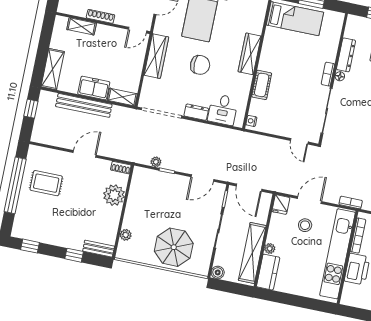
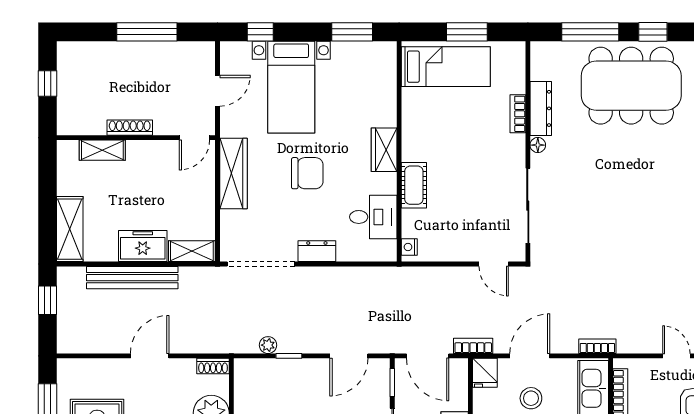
wardrobe: (250, 54) -> (384, 150), width x0.67
bookcase: (328, 74) -> (518, 114), moved
desk: (223, 110) -> (373, 217), moved, turned -90
bookcase: (277, 187) -> (473, 346), added

